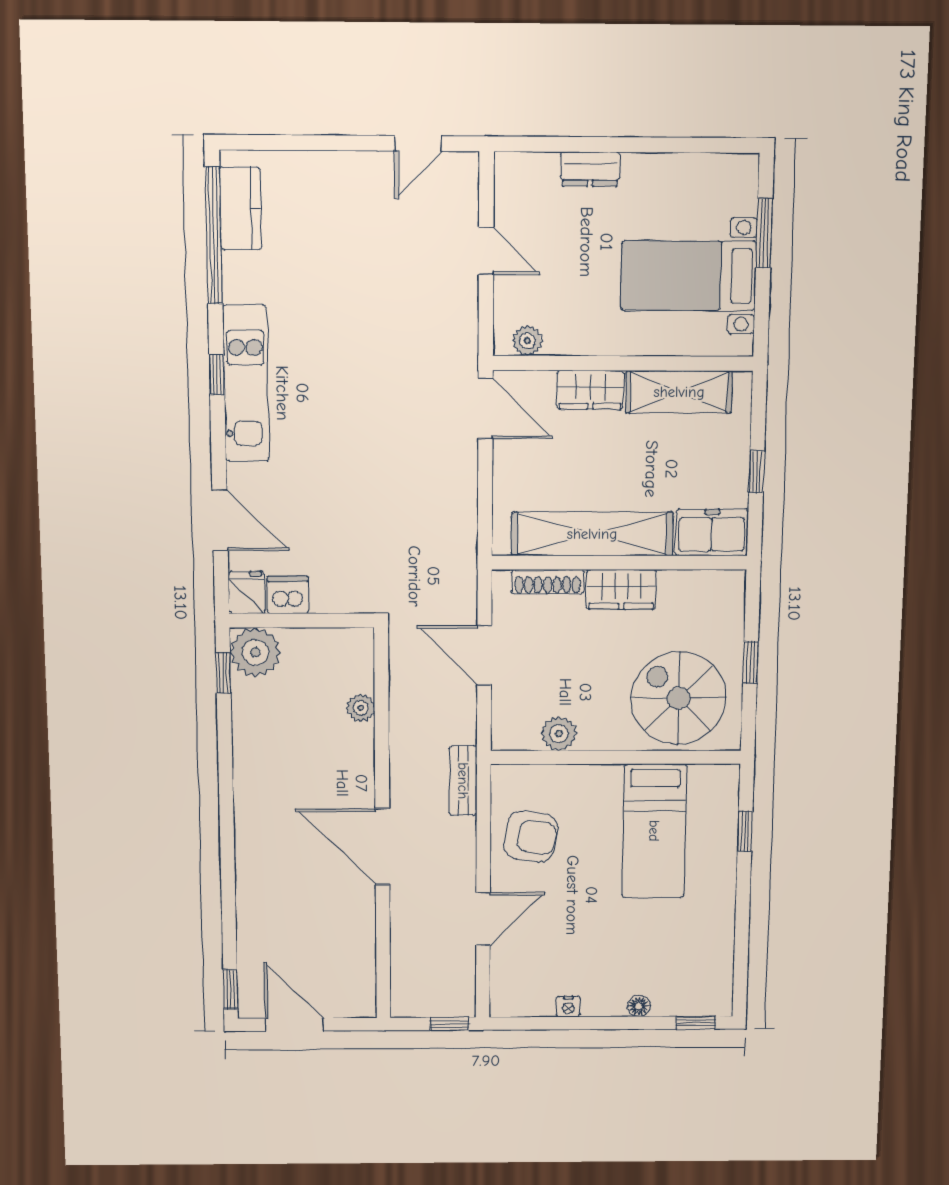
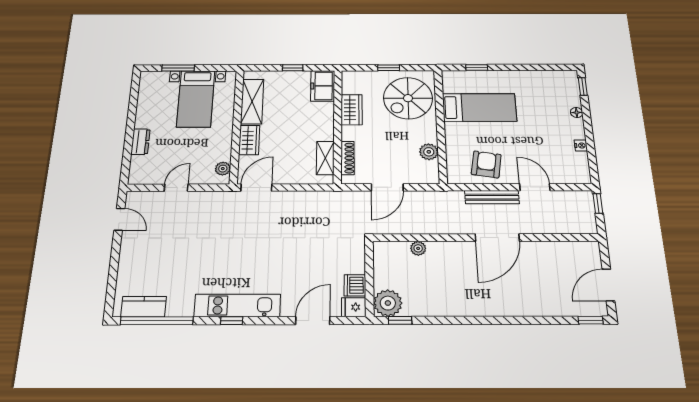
shelving: (592, 534) -> (325, 158), width x0.45, depth x0.75
wardrobe: (621, 589) -> (352, 110), moved
bench: (463, 781) -> (492, 197), moved, width x1.36

